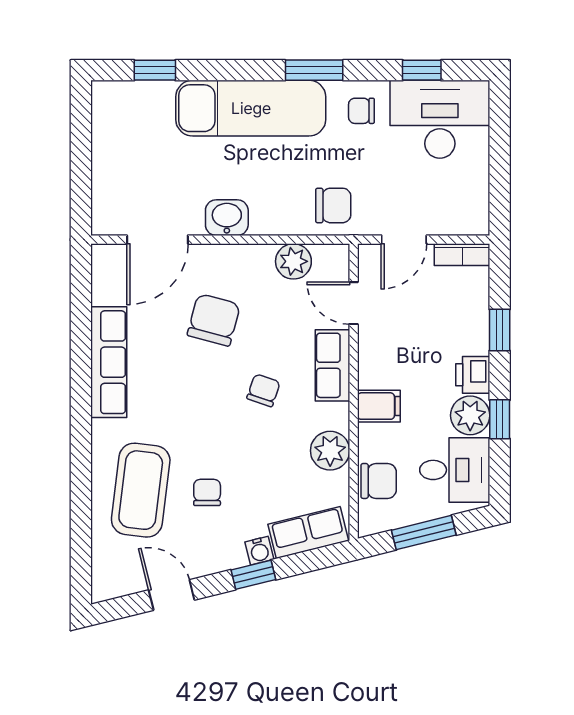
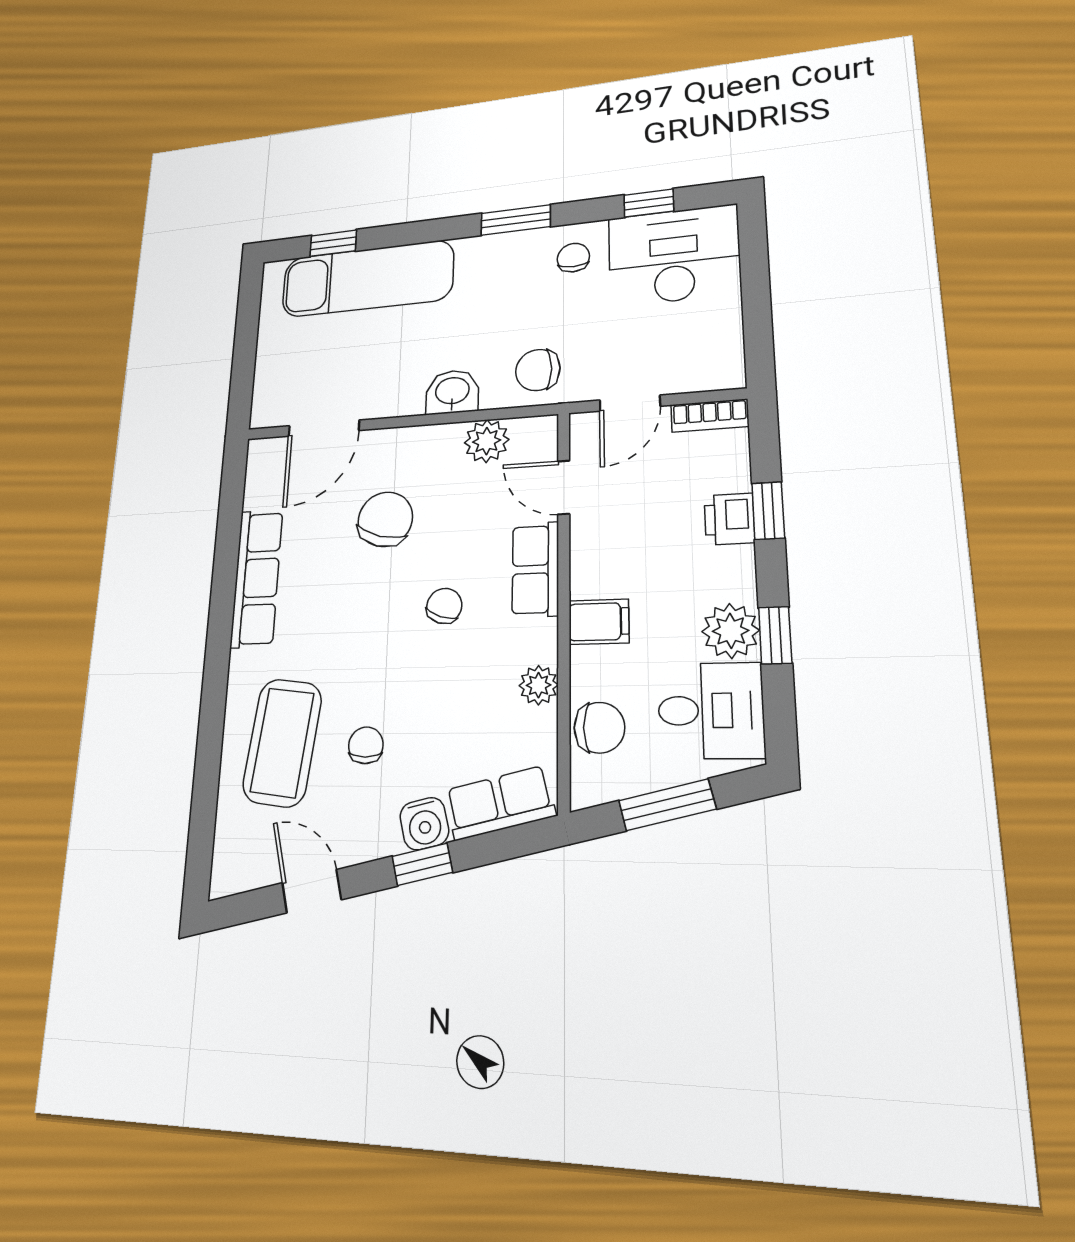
exam couch: (251, 108) -> (367, 279), moved
chair: (361, 111) -> (573, 258), turned 90
chair: (333, 205) -> (538, 370), turned 180
washbasin: (227, 218) -> (452, 392), moved
printer: (473, 375) -> (729, 519), moved
plant: (330, 451) -> (539, 685), width x0.73, depth x0.73
water cooler: (259, 551) -> (424, 824), width x1.38, depth x1.38

